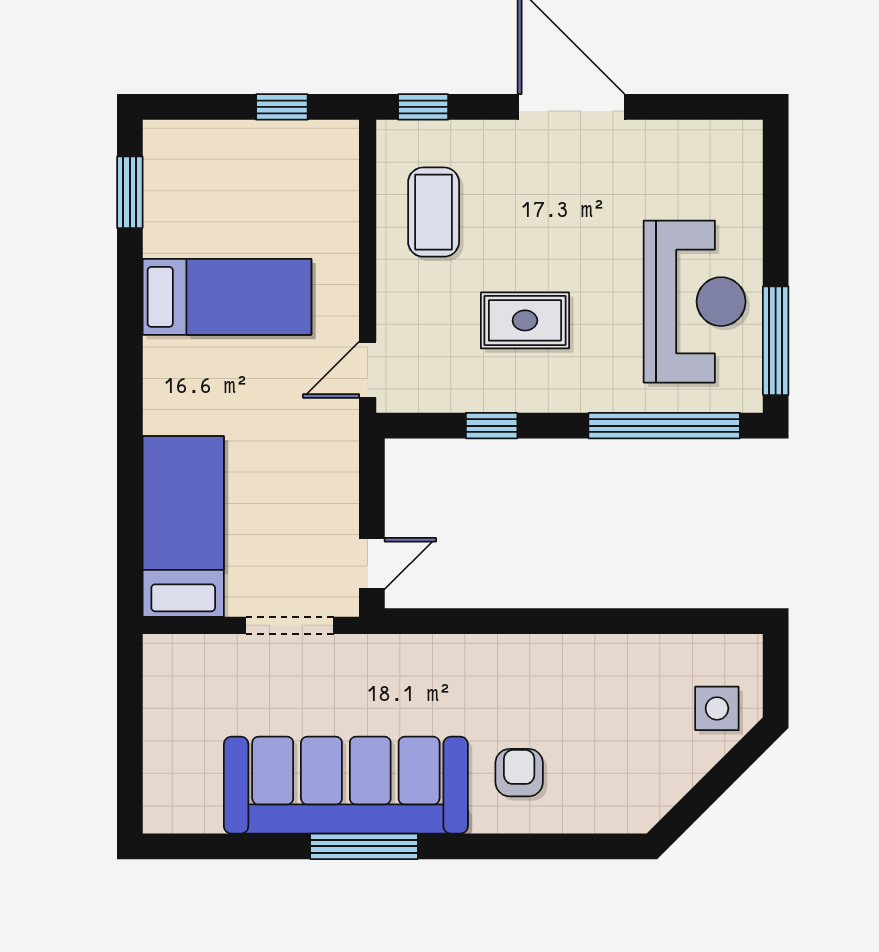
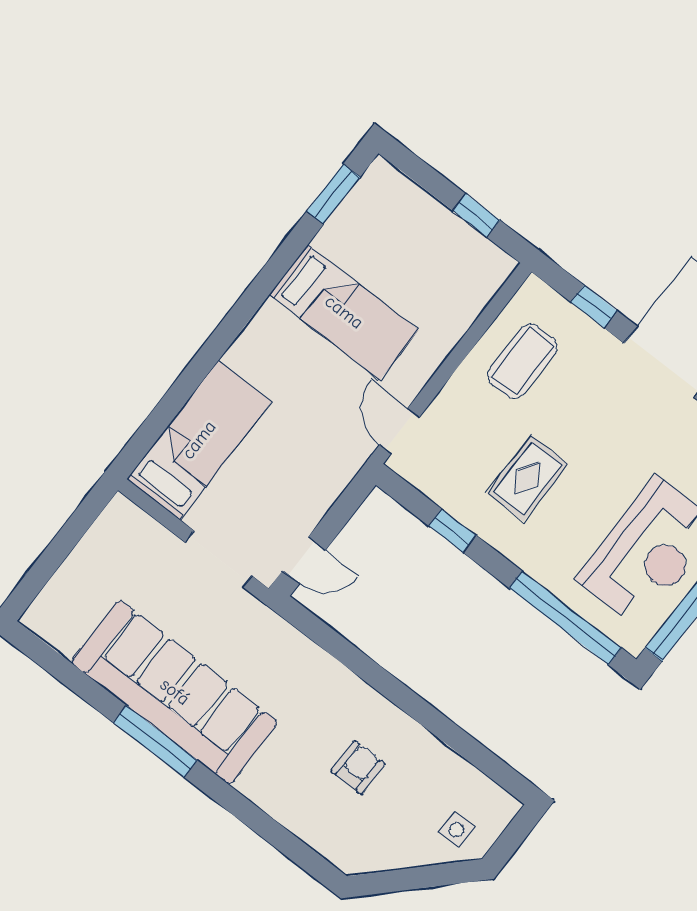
window: (423, 107) -> (594, 306), moved
rug: (525, 320) -> (527, 478), turned 90
door: (368, 370) -> (399, 431), hinge flipped
side table: (717, 708) -> (457, 830), width x0.73, depth x0.73
armchair: (519, 773) -> (358, 767), moved

